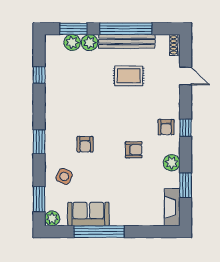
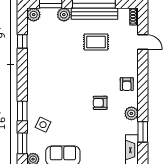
plant: (72, 43) -> (34, 15), moved
window: (186, 128) -> (143, 85), removed
window: (39, 142) -> (22, 111), moved
armchair: (85, 144) -> (60, 98), removed
armchair: (134, 150) -> (100, 103), turned 180

